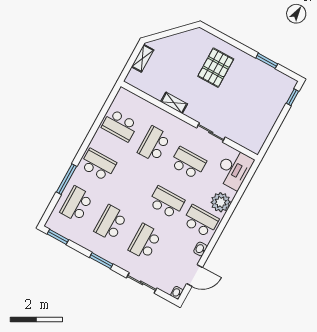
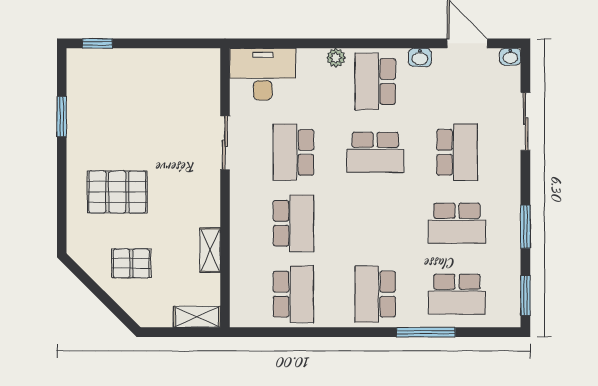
pallet: (178, 55) -> (131, 263), added
shelving: (142, 58) -> (197, 317), moved
shelving: (174, 103) -> (210, 250), moved
school desk: (154, 144) -> (293, 223), turned -90
school desk: (166, 202) -> (375, 152), turned -90
plant: (221, 202) -> (336, 58), width x0.53, depth x0.53
school desk: (145, 242) -> (457, 152), turned -90
window: (101, 261) -> (525, 227), moved

